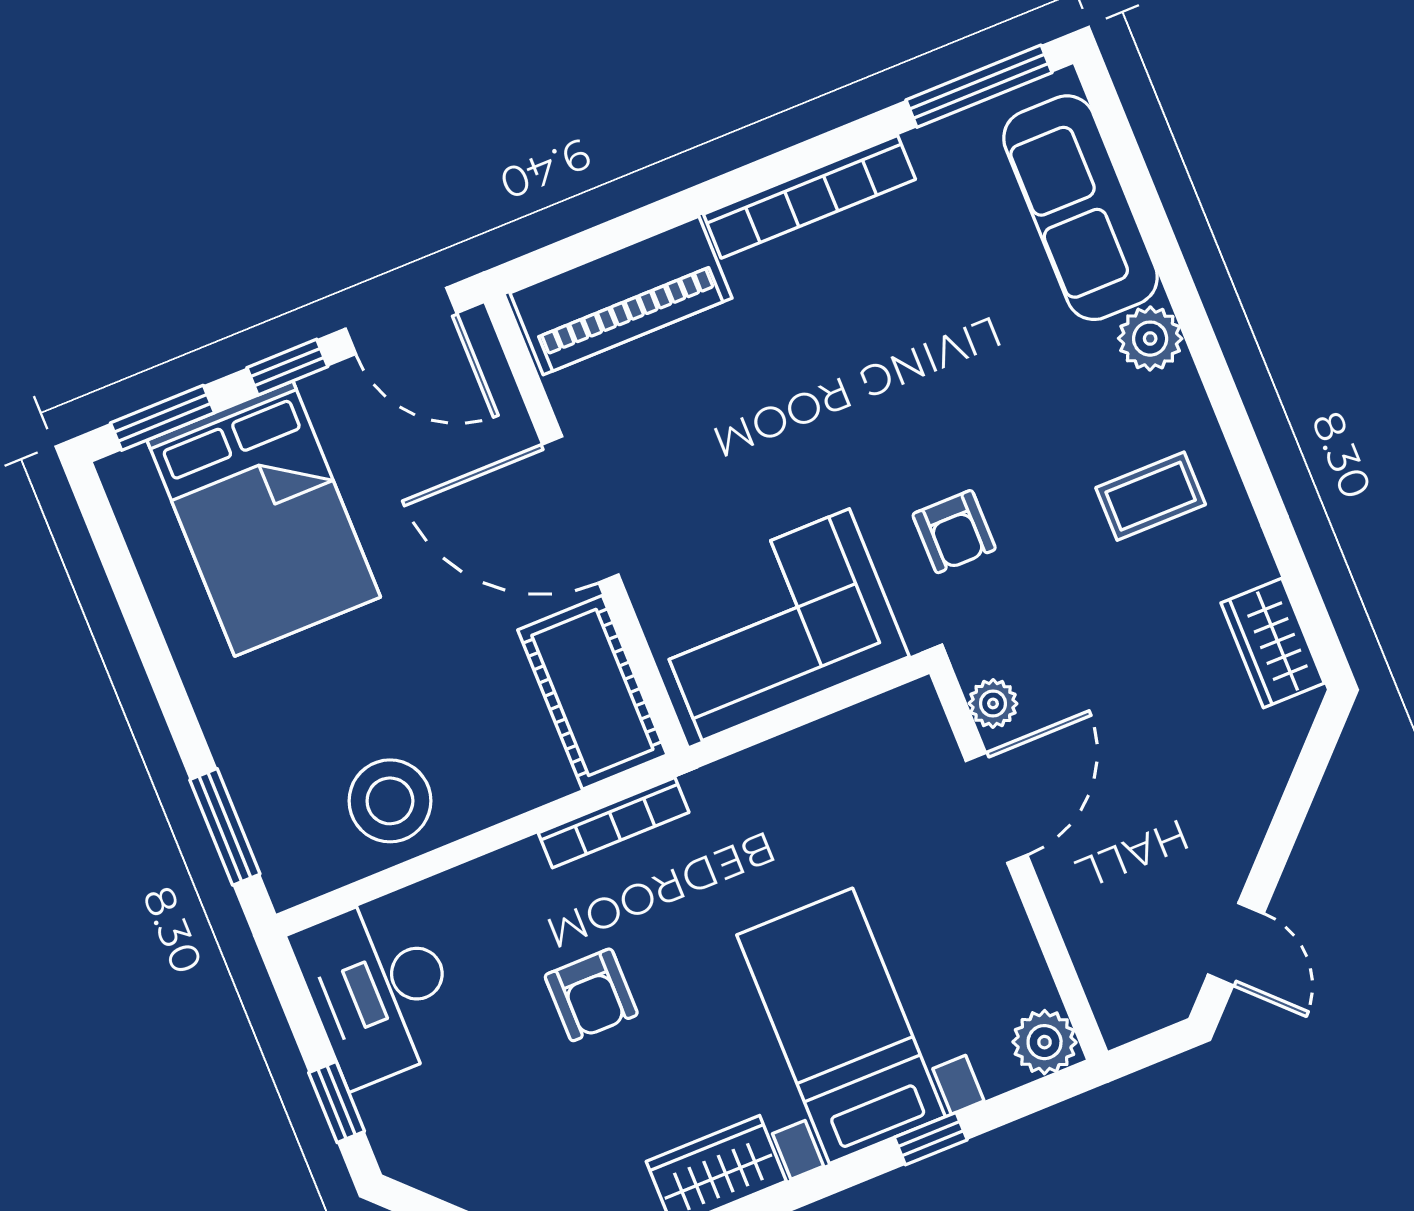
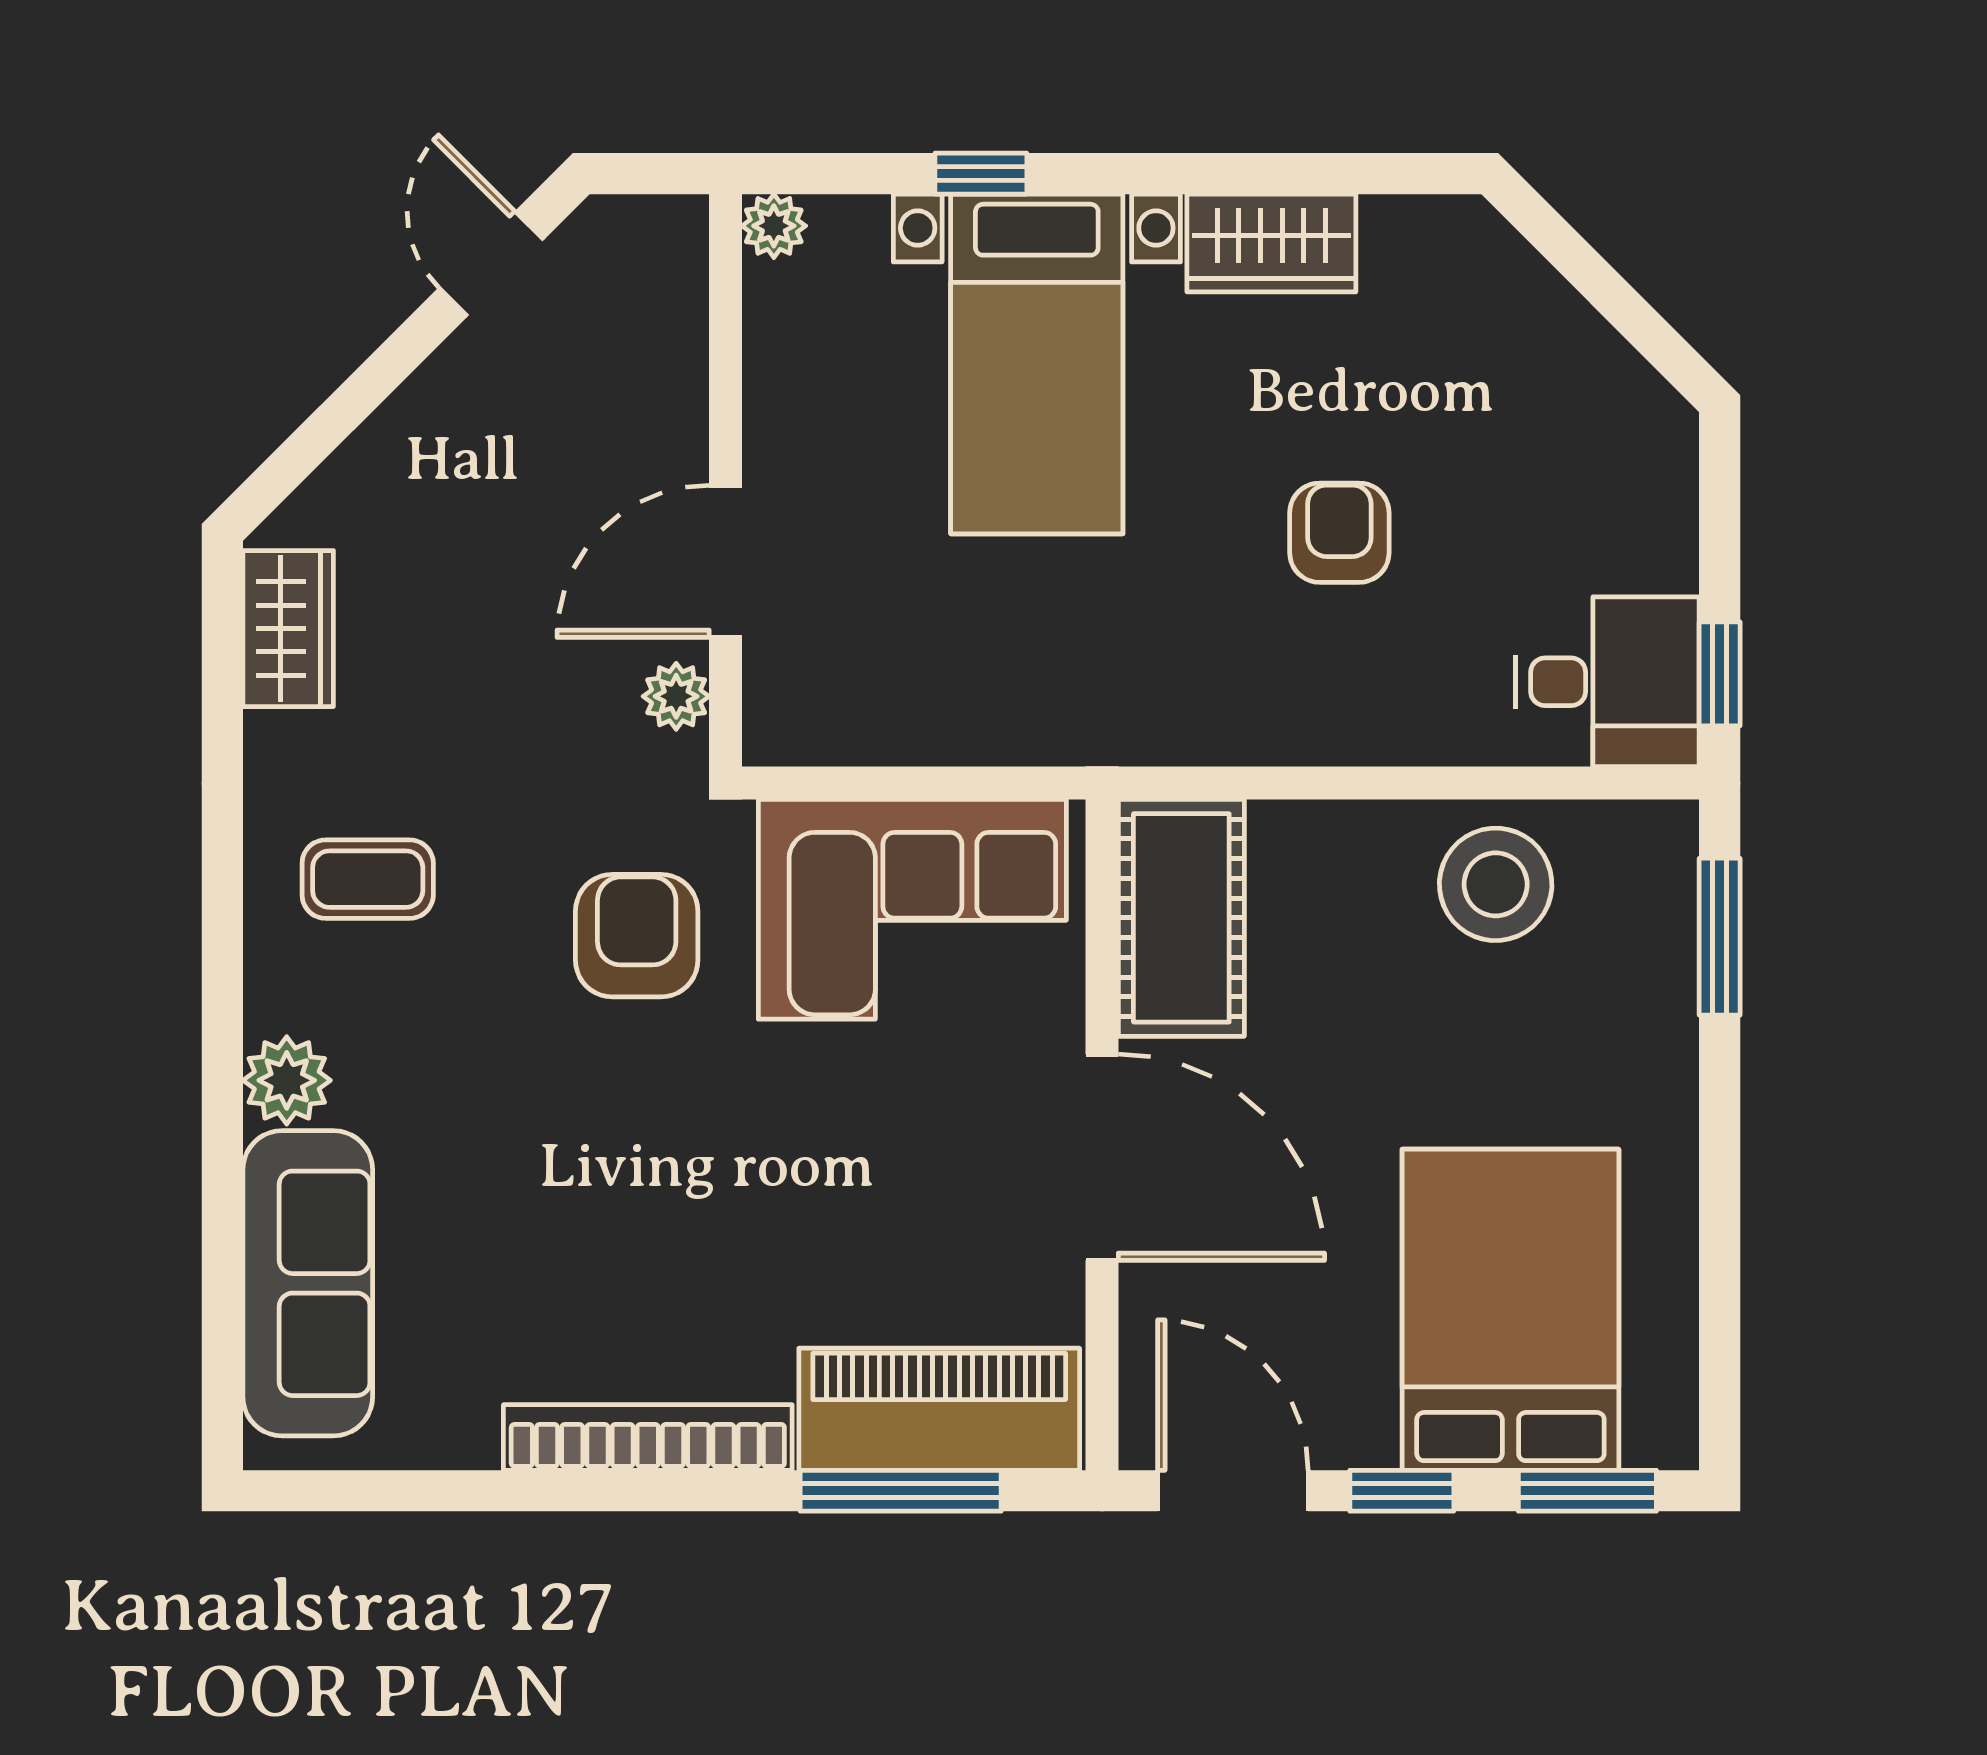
window: (979, 86) -> (901, 1491), moved
armchair: (954, 532) -> (637, 936), width x1.38, depth x1.38
bookcase: (614, 823) -> (1222, 741), removed
desk: (379, 989) -> (1608, 682), width x0.73
plant: (1045, 1042) -> (774, 226), width x0.73, depth x0.73
window: (337, 1102) -> (1720, 674), moved

